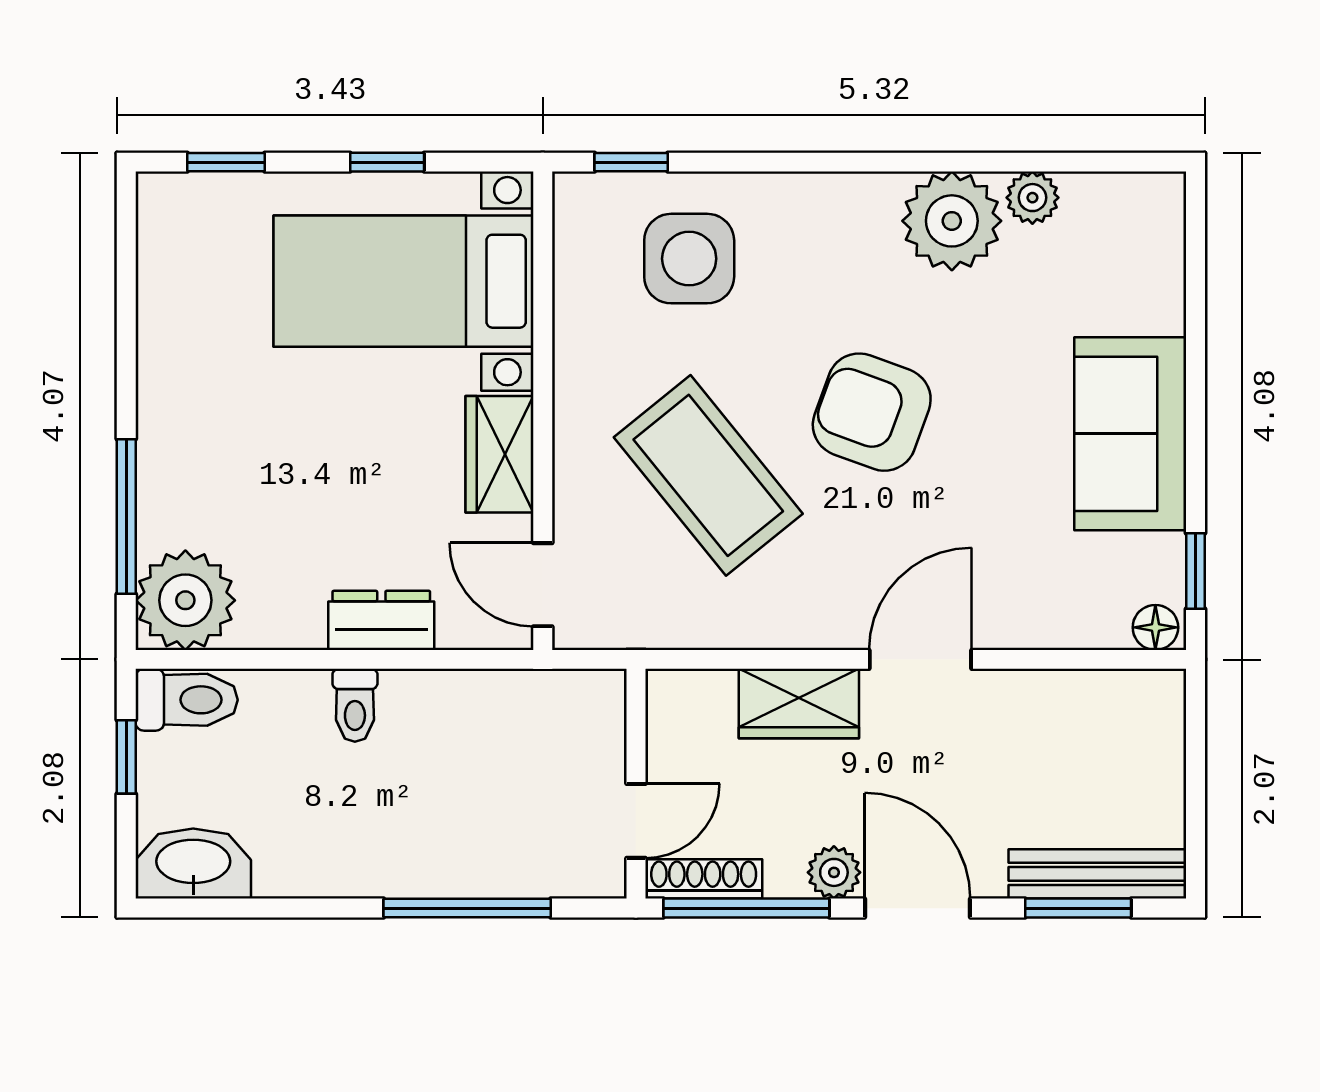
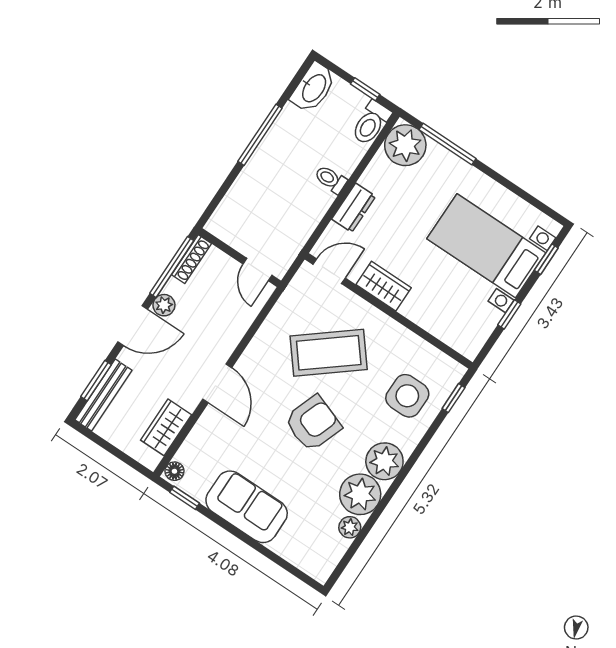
plant: (852, 216) -> (384, 461), added
bed with nightstands: (404, 281) -> (486, 246), moved, turned -90
wardrobe: (799, 704) -> (166, 427), moved
door: (636, 821) -> (257, 270), moved
window: (467, 908) -> (260, 135), moved

